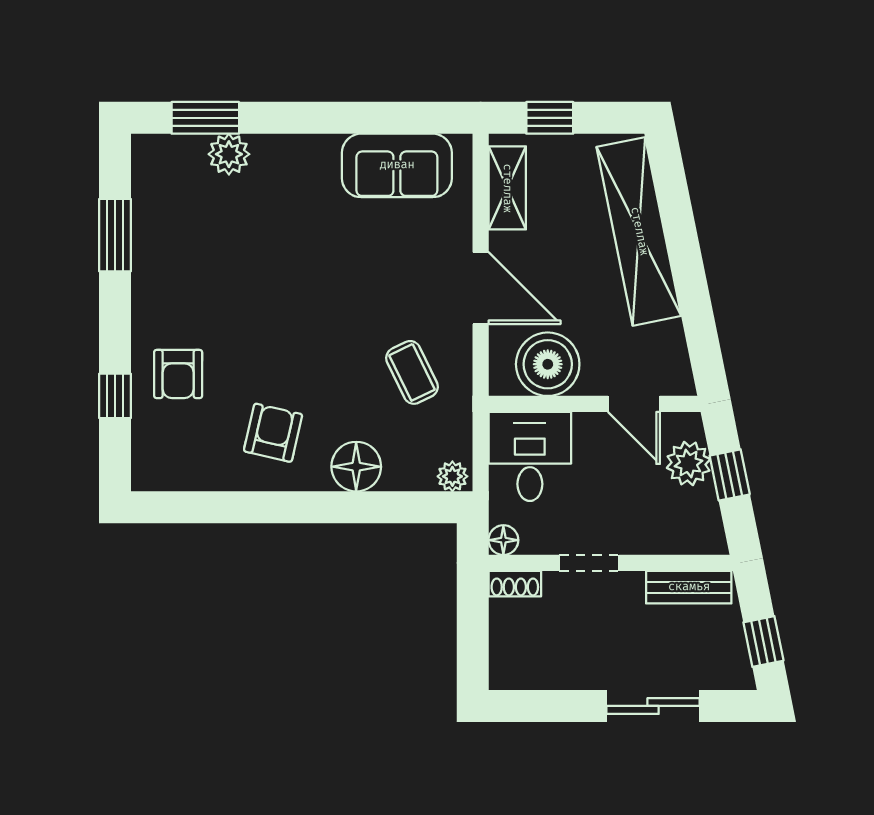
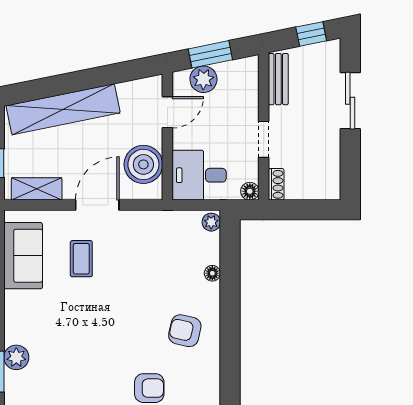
coffee table: (412, 372) -> (81, 259), moved, turned -64
floor lamp: (356, 467) -> (212, 273), width x0.53, depth x0.53
window: (730, 475) -> (210, 54), width x1.50

